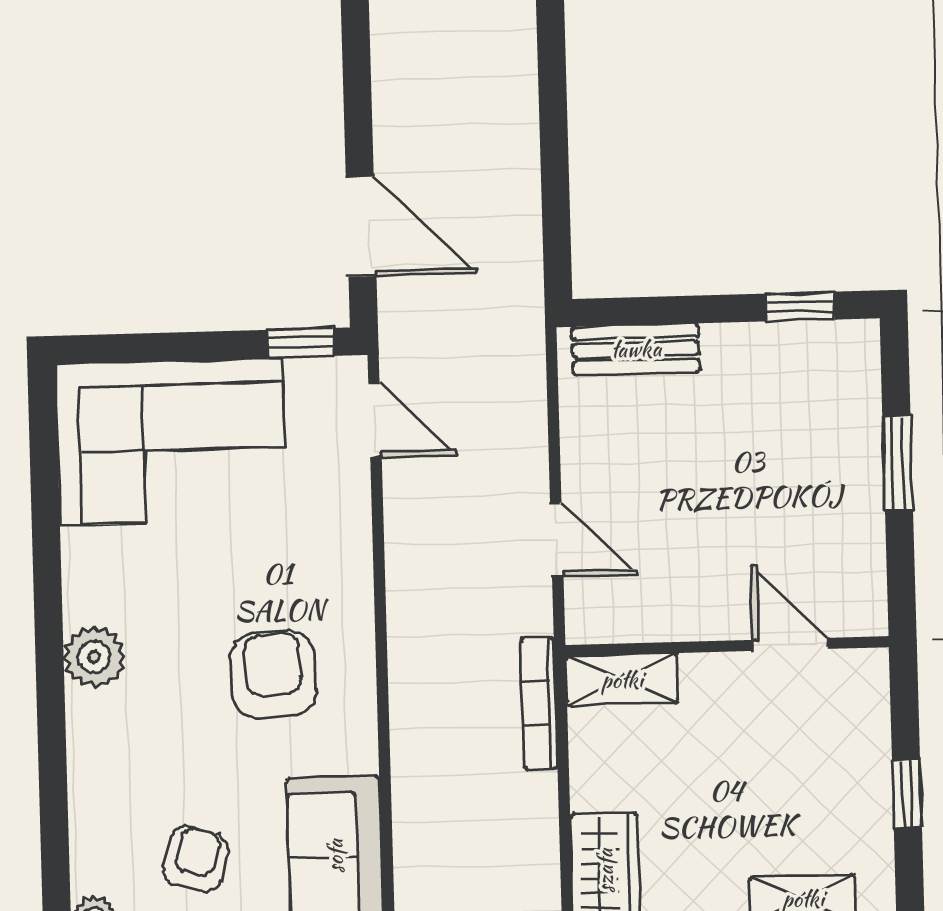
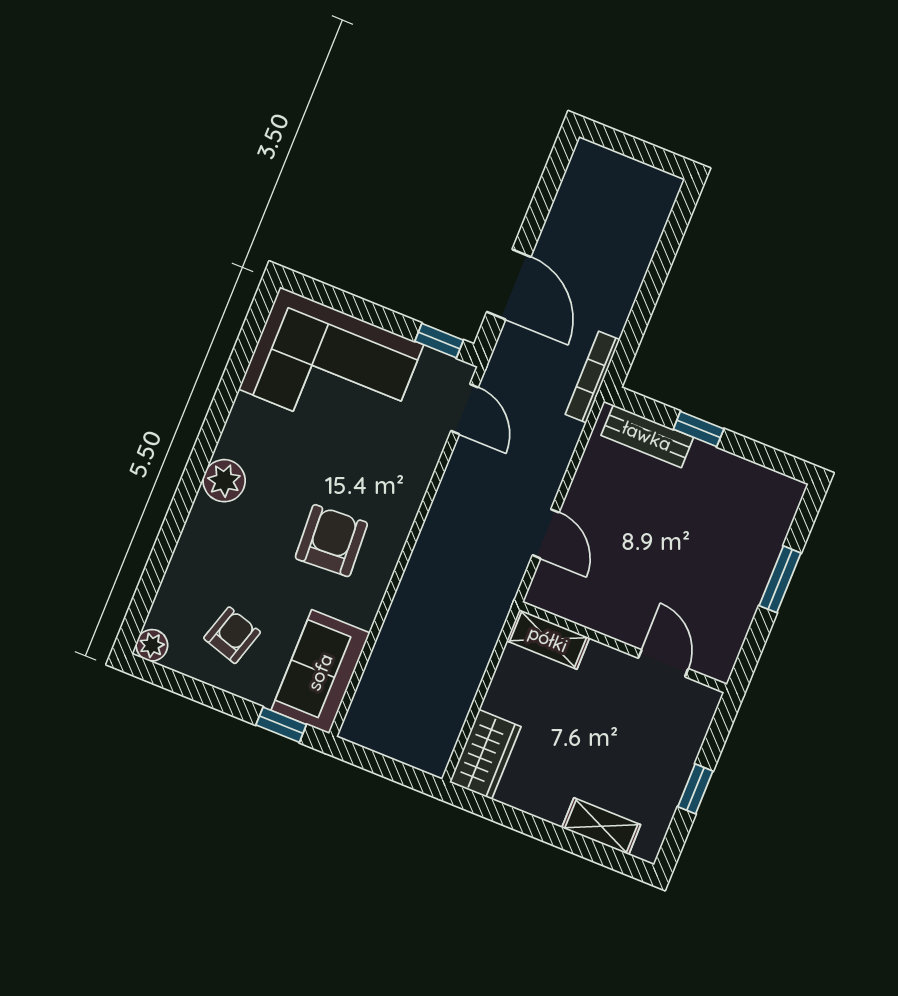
window: (800, 307) -> (699, 429), moved
bookcase: (539, 703) -> (593, 377), moved

